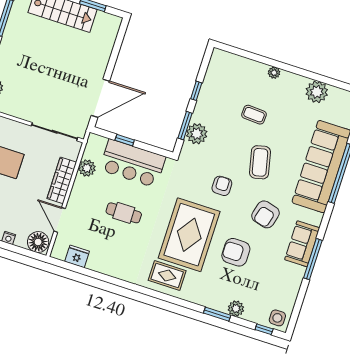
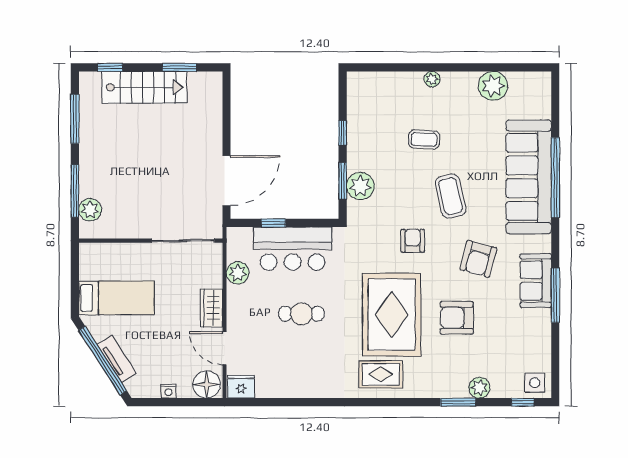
wardrobe: (62, 180) -> (211, 308), width x0.67
fridge: (77, 256) -> (241, 387), moved

